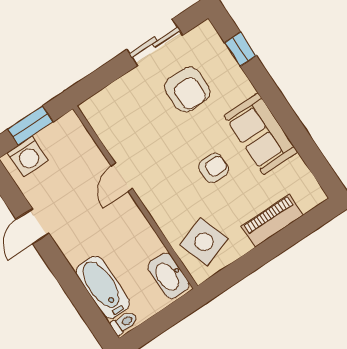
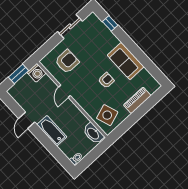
armchair: (187, 89) -> (67, 62), moved, turned -90
washing machine: (28, 156) -> (36, 73), moved
bathtub: (103, 287) -> (52, 131), moved

